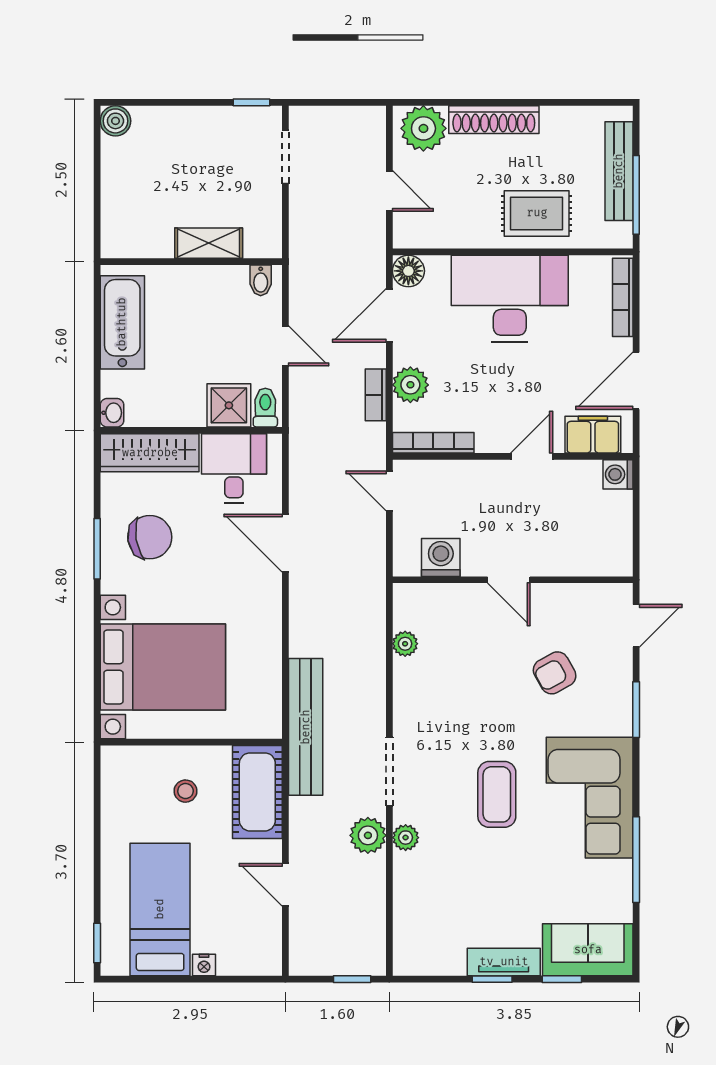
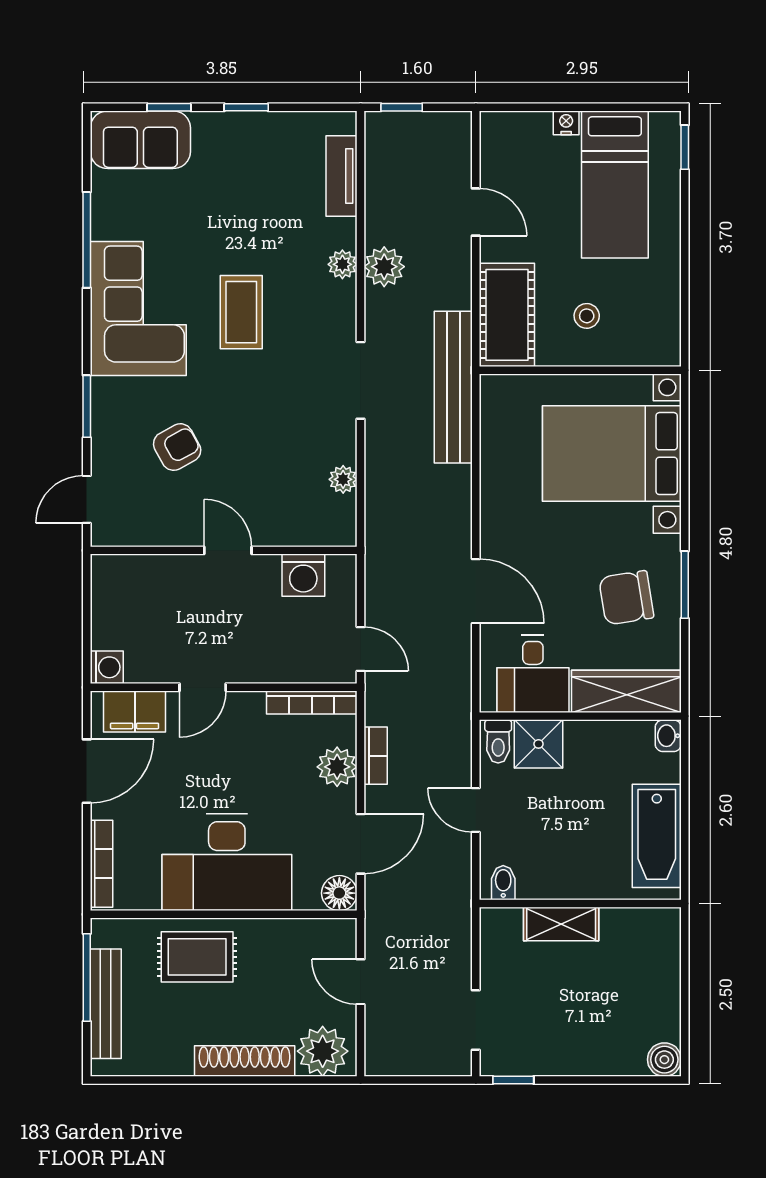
doorway: (389, 772) -> (361, 380), moved
tv unit: (504, 962) -> (342, 176), moved, turned 90

